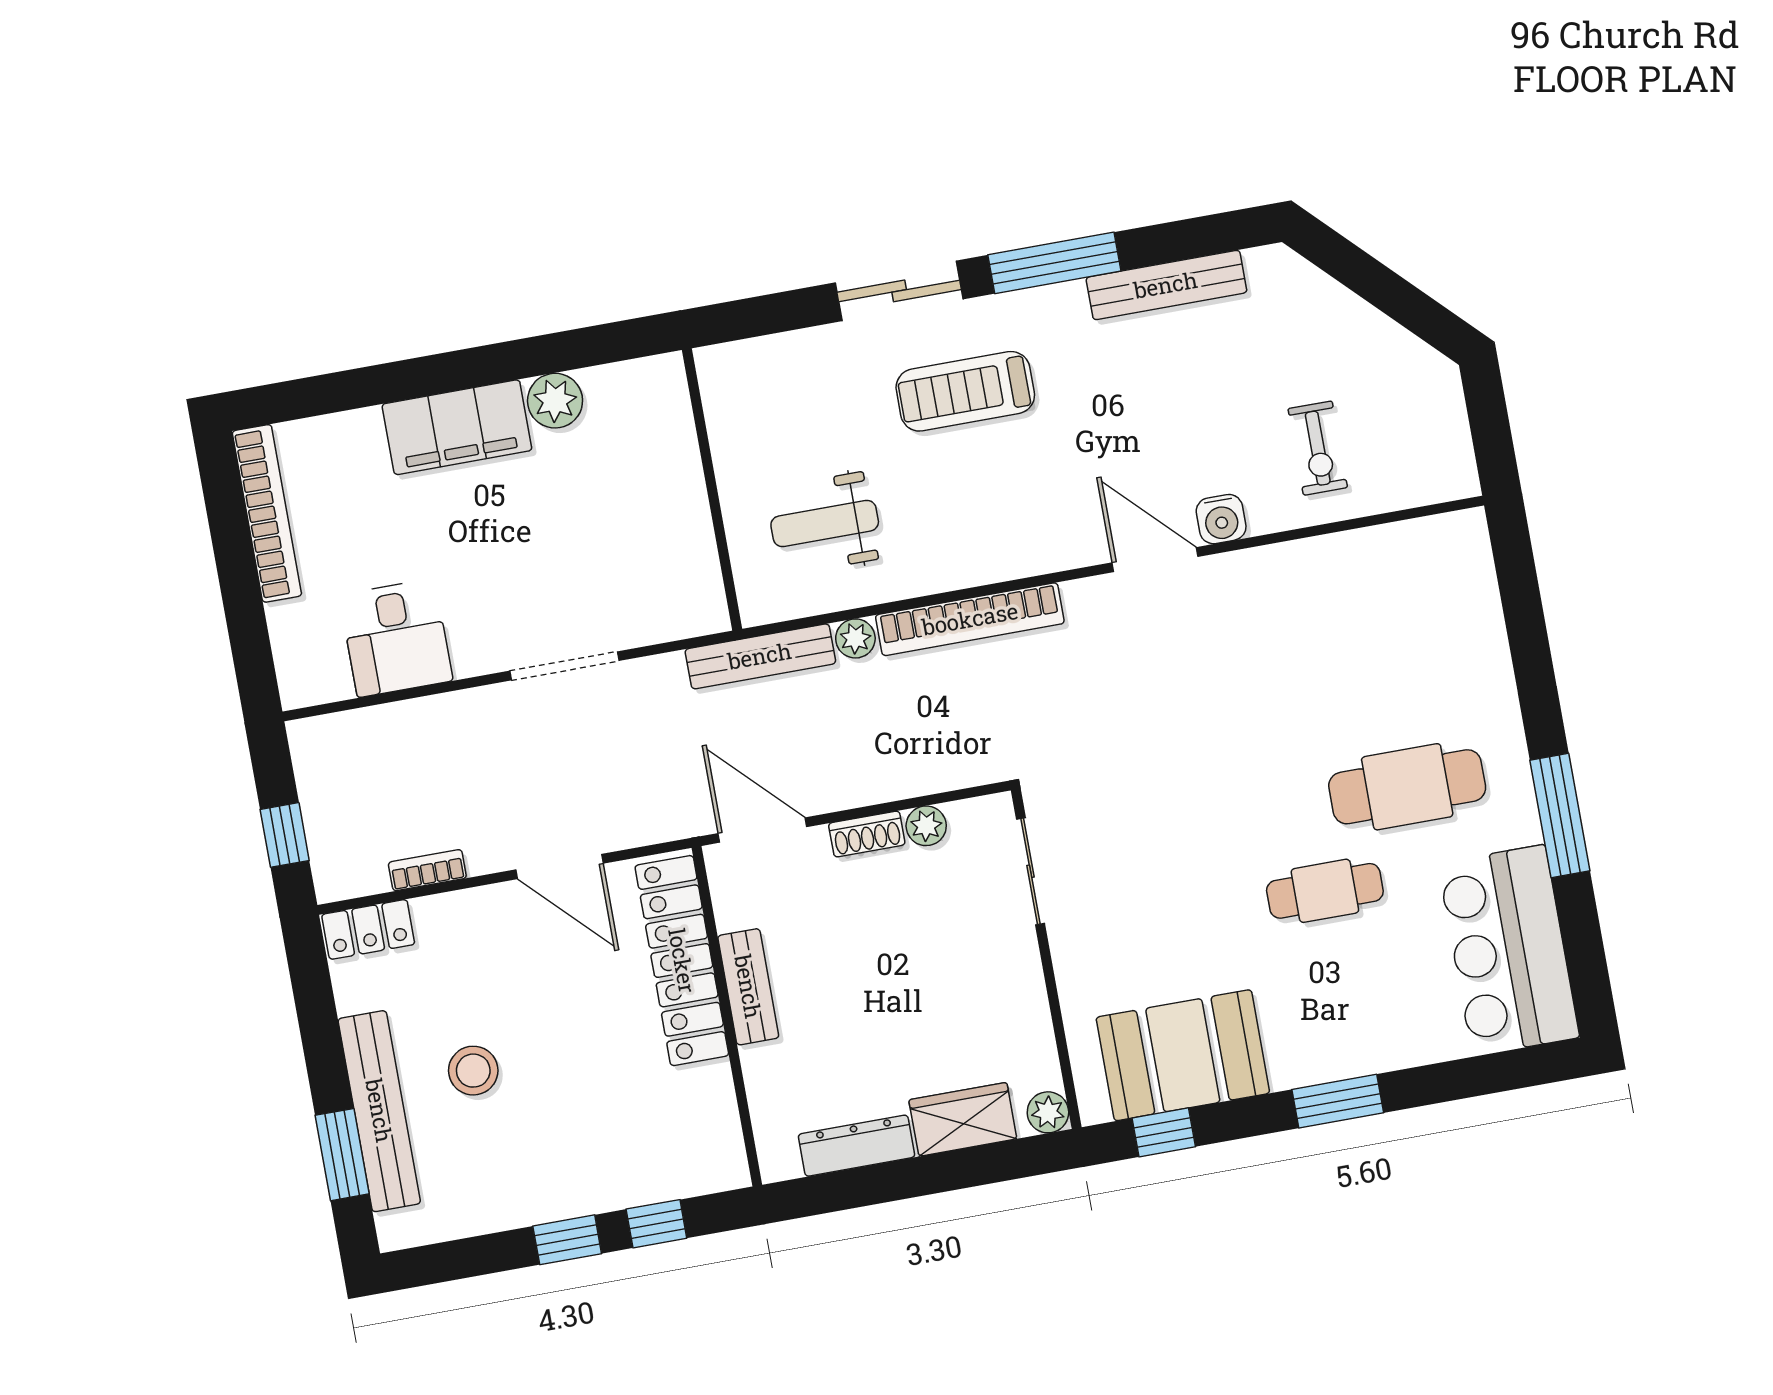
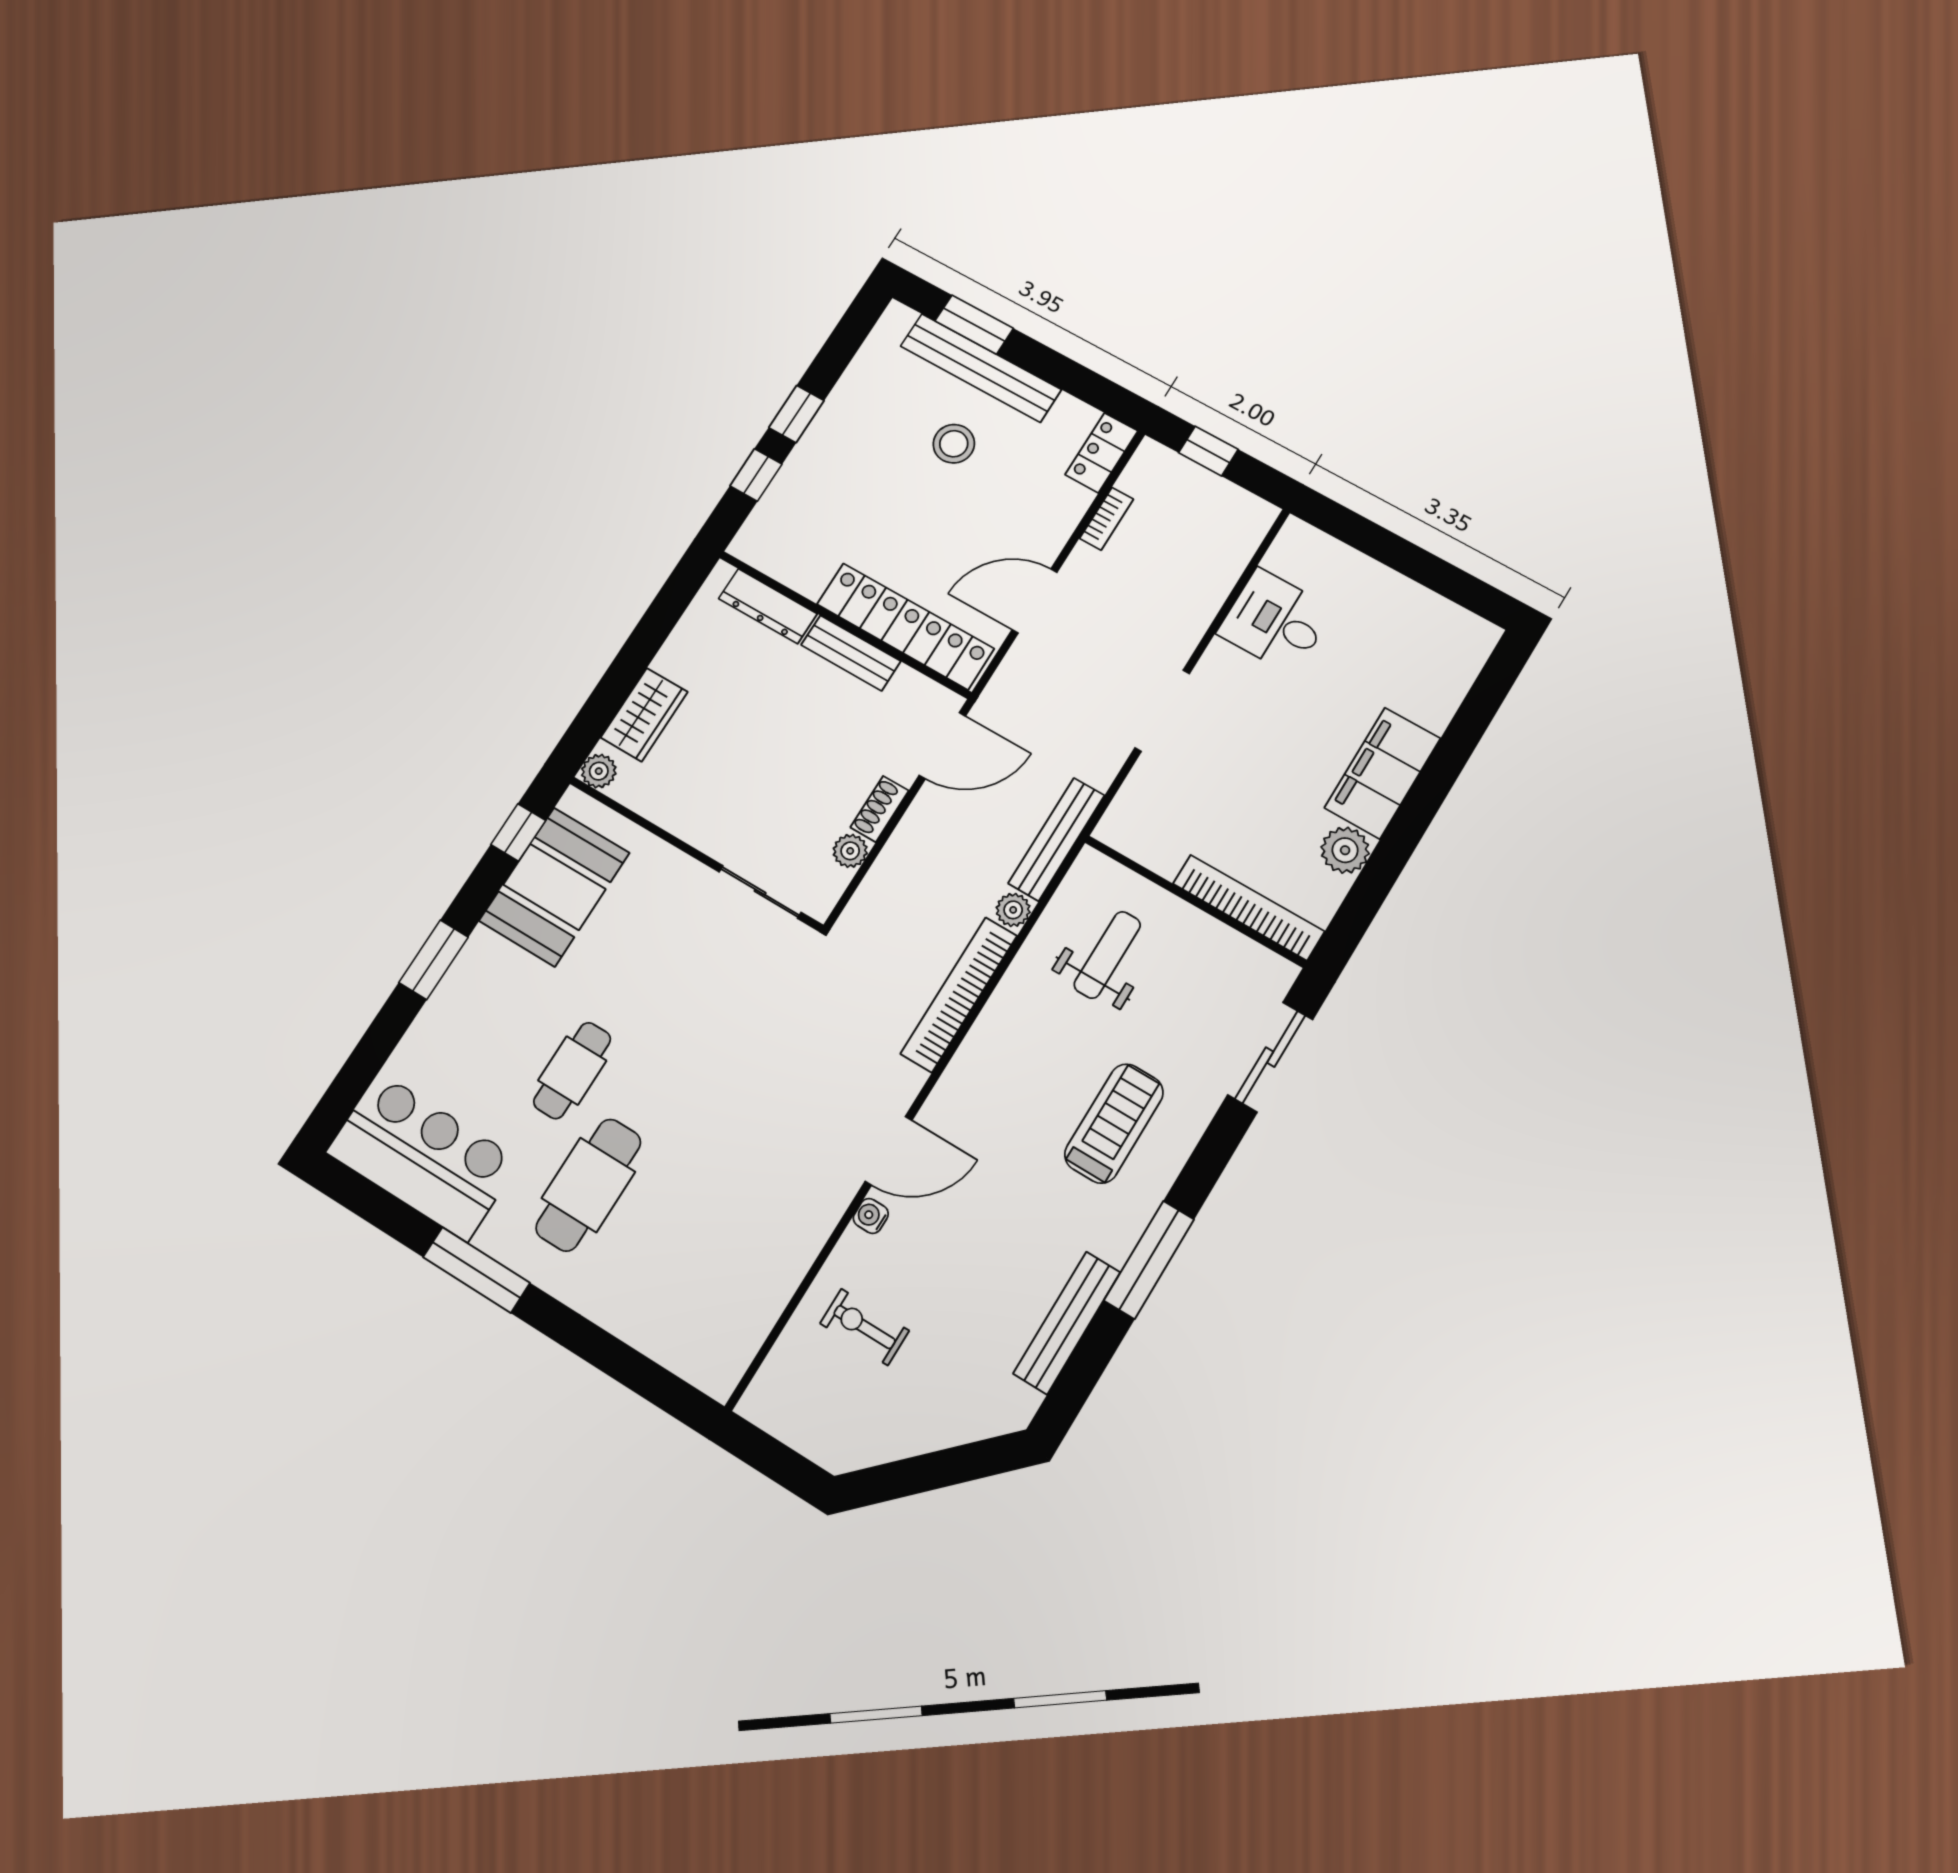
sliding door: (899, 291) -> (1270, 1057), moved
bookcase: (267, 513) -> (1249, 907), moved, turned 180
water cooler: (1221, 519) -> (871, 1216), width x0.72, depth x0.72
dresser: (857, 1146) -> (768, 606), moved, turned 90

